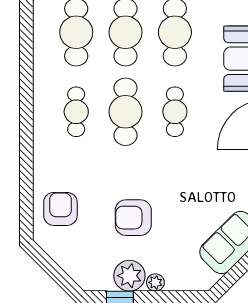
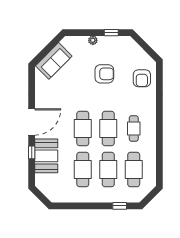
cafe table: (175, 112) -> (83, 128), width x1.37, depth x1.35
plant: (129, 276) -> (106, 44), removed

